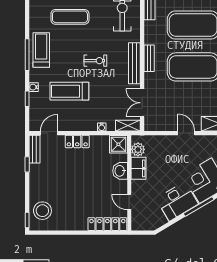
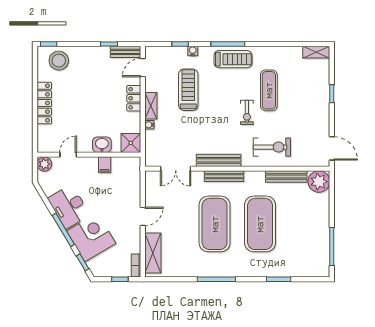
bench: (149, 58) -> (224, 176), width x1.36
exercise bike: (95, 61) -> (247, 112), moved
double door: (142, 103) -> (176, 169), swing flipped
shelving: (128, 126) -> (151, 106), moved
door: (49, 133) -> (143, 68), swing flipped
plant: (138, 149) -> (44, 164), moved
filing cabinet: (139, 168) -> (105, 165), width x0.50
locker: (107, 224) -> (44, 103), moved

